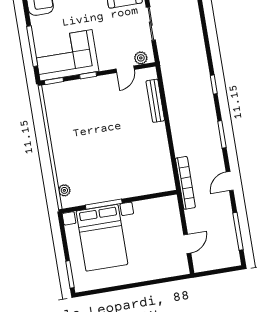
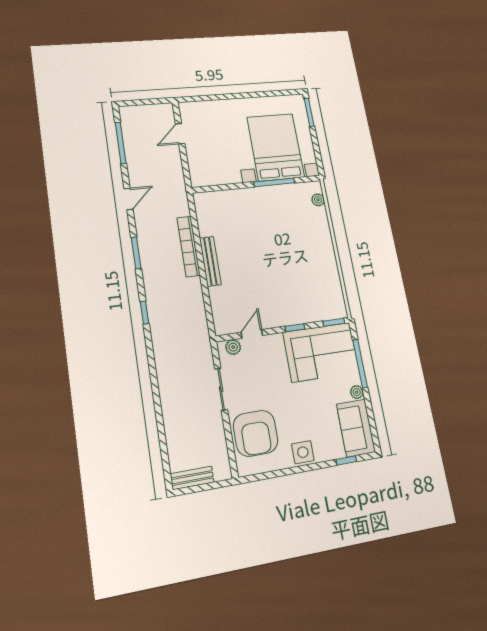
plant: (36, 22) -> (357, 392), added
bench: (155, 101) -> (210, 261), moved
bookcase: (185, 183) -> (188, 246), moved

